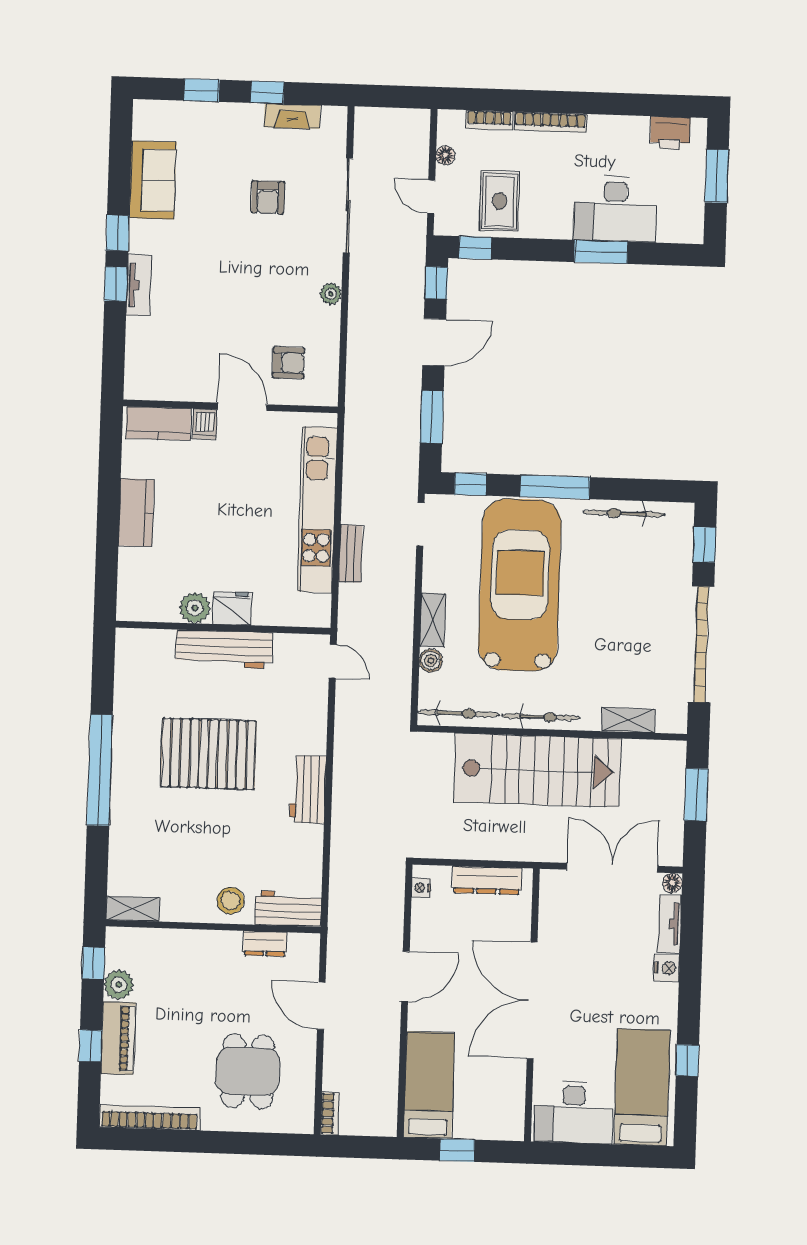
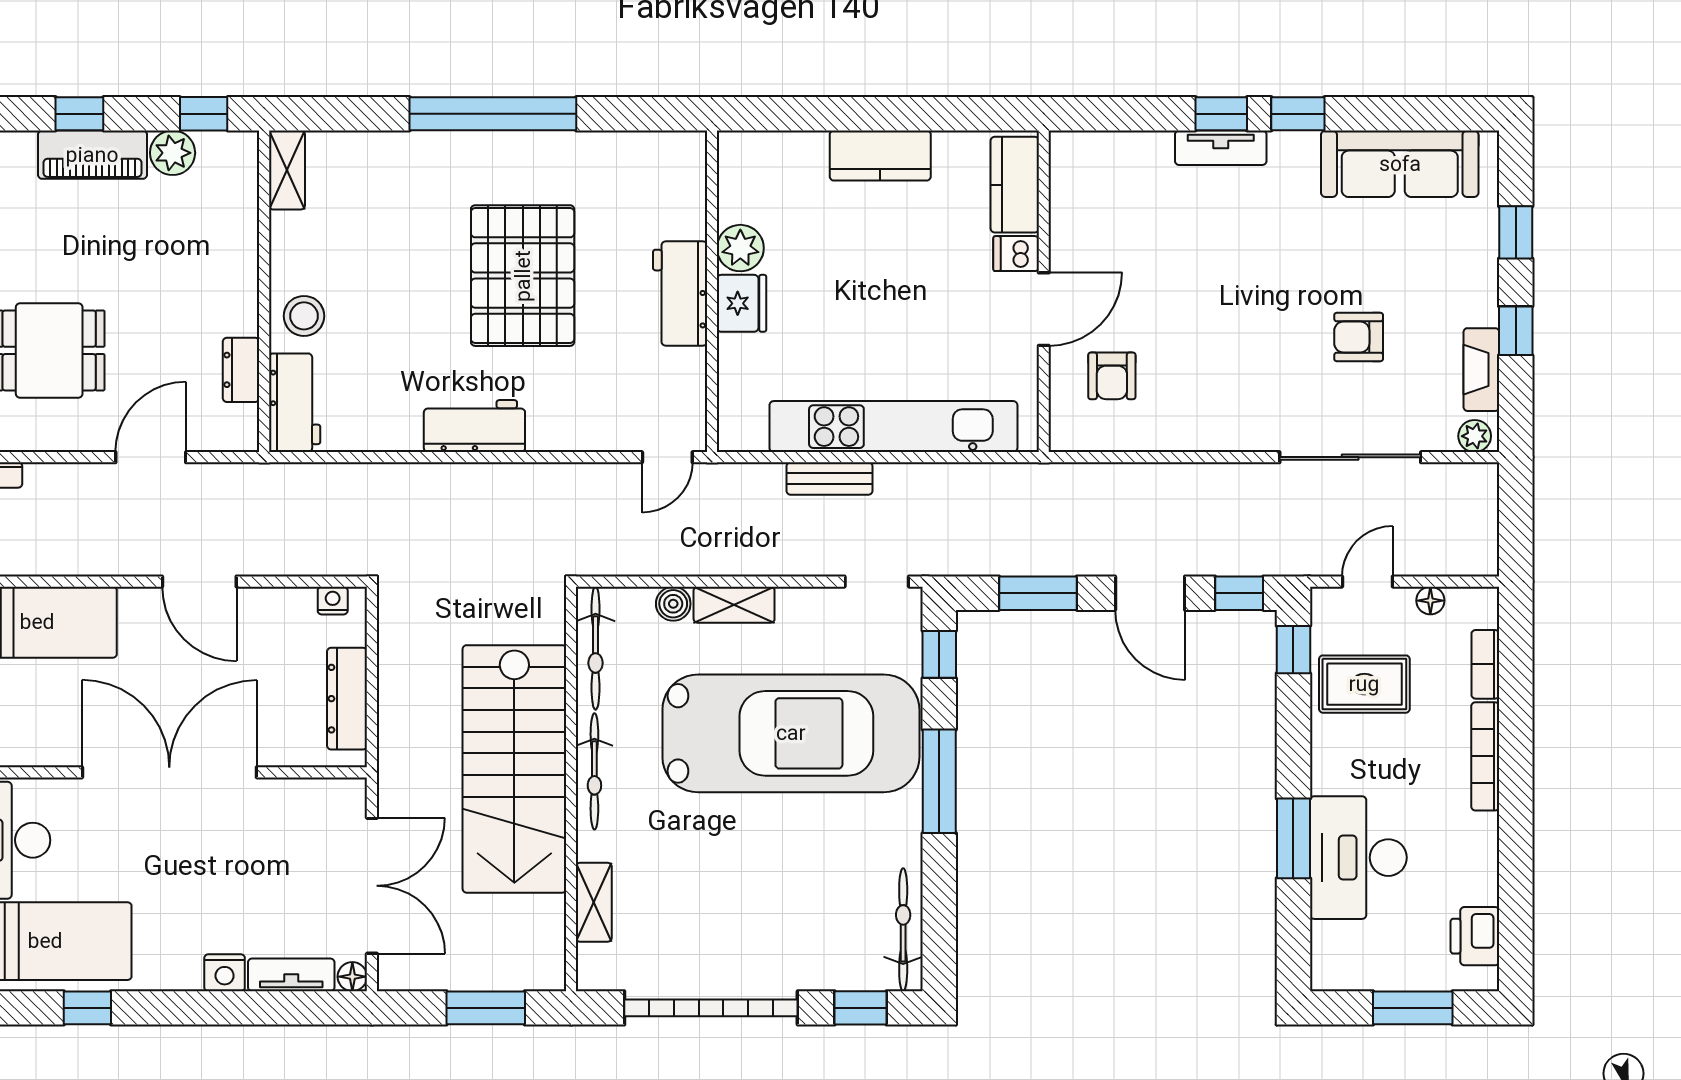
sofa: (153, 180) -> (1400, 164), width x1.36
plant: (331, 294) -> (1475, 436), moved
bicycle: (624, 513) -> (903, 930), moved
workbench: (224, 649) -> (680, 294), width x0.73

